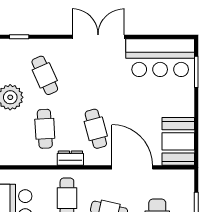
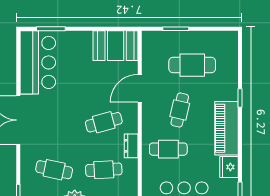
cafe table: (45, 75) -> (54, 170), turned 36
door: (132, 167) -> (140, 88), width x0.73

